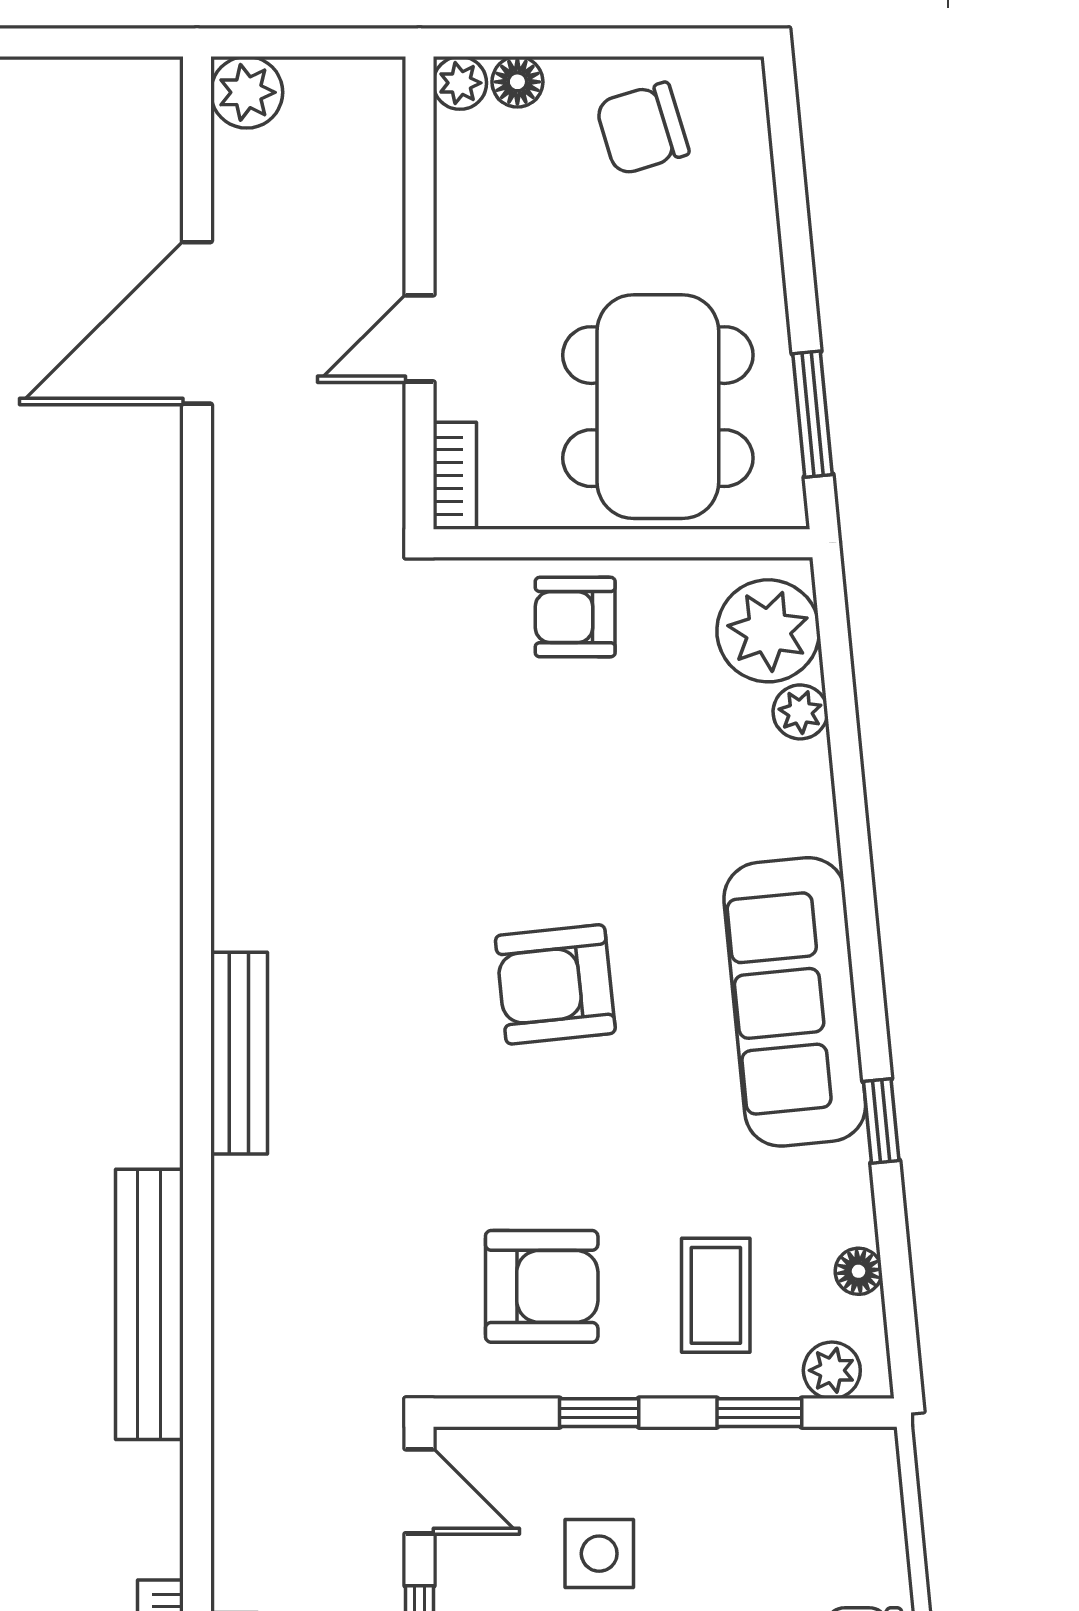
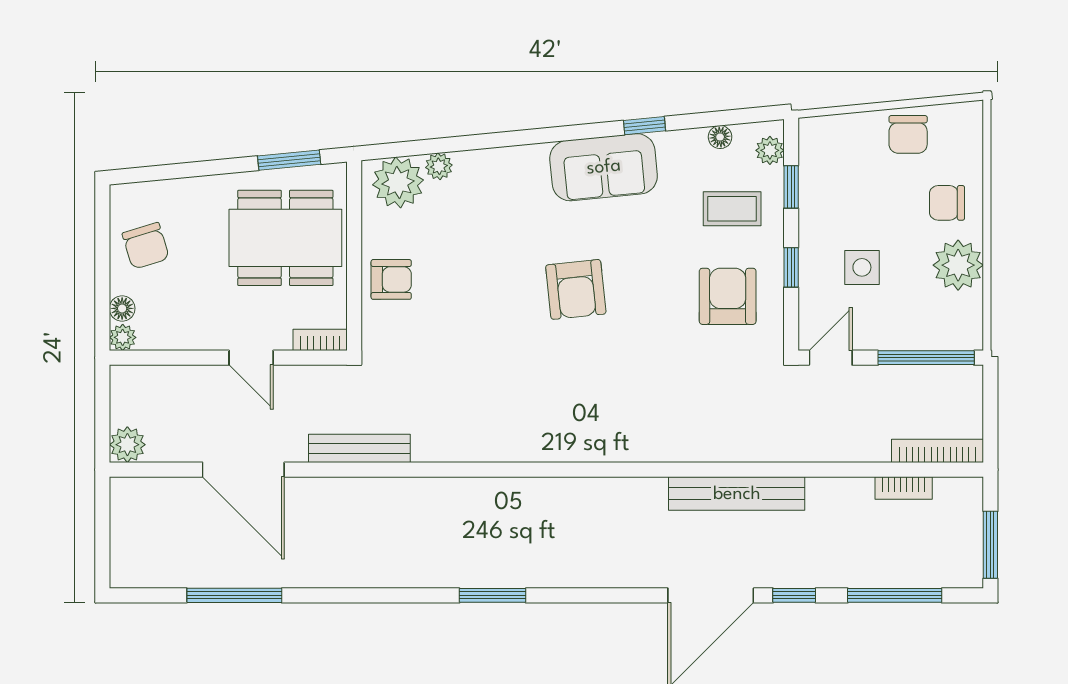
armchair: (575, 617) -> (391, 279), turned -90
sofa: (795, 1002) -> (604, 167), width x0.73
bench: (239, 1053) -> (359, 448), moved

